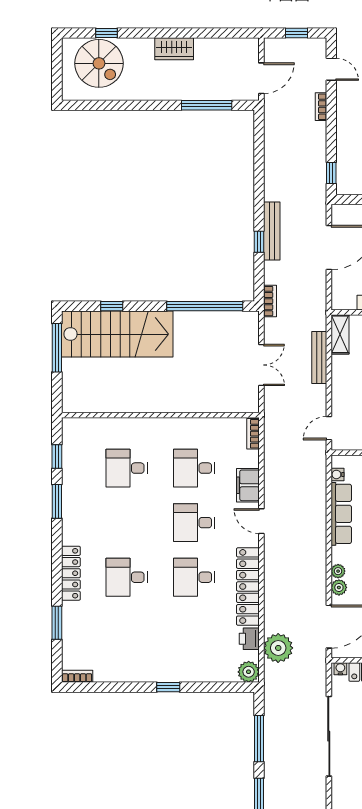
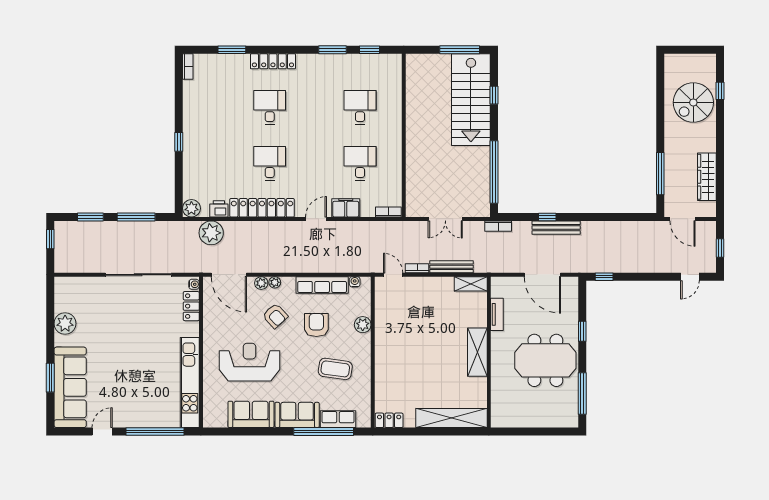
wardrobe: (174, 49) -> (707, 177), moved, width x1.50
spiral stairs: (99, 63) -> (693, 102), moved
bookcase: (321, 107) -> (417, 268), moved
desk: (194, 523) -> (315, 163), removed

